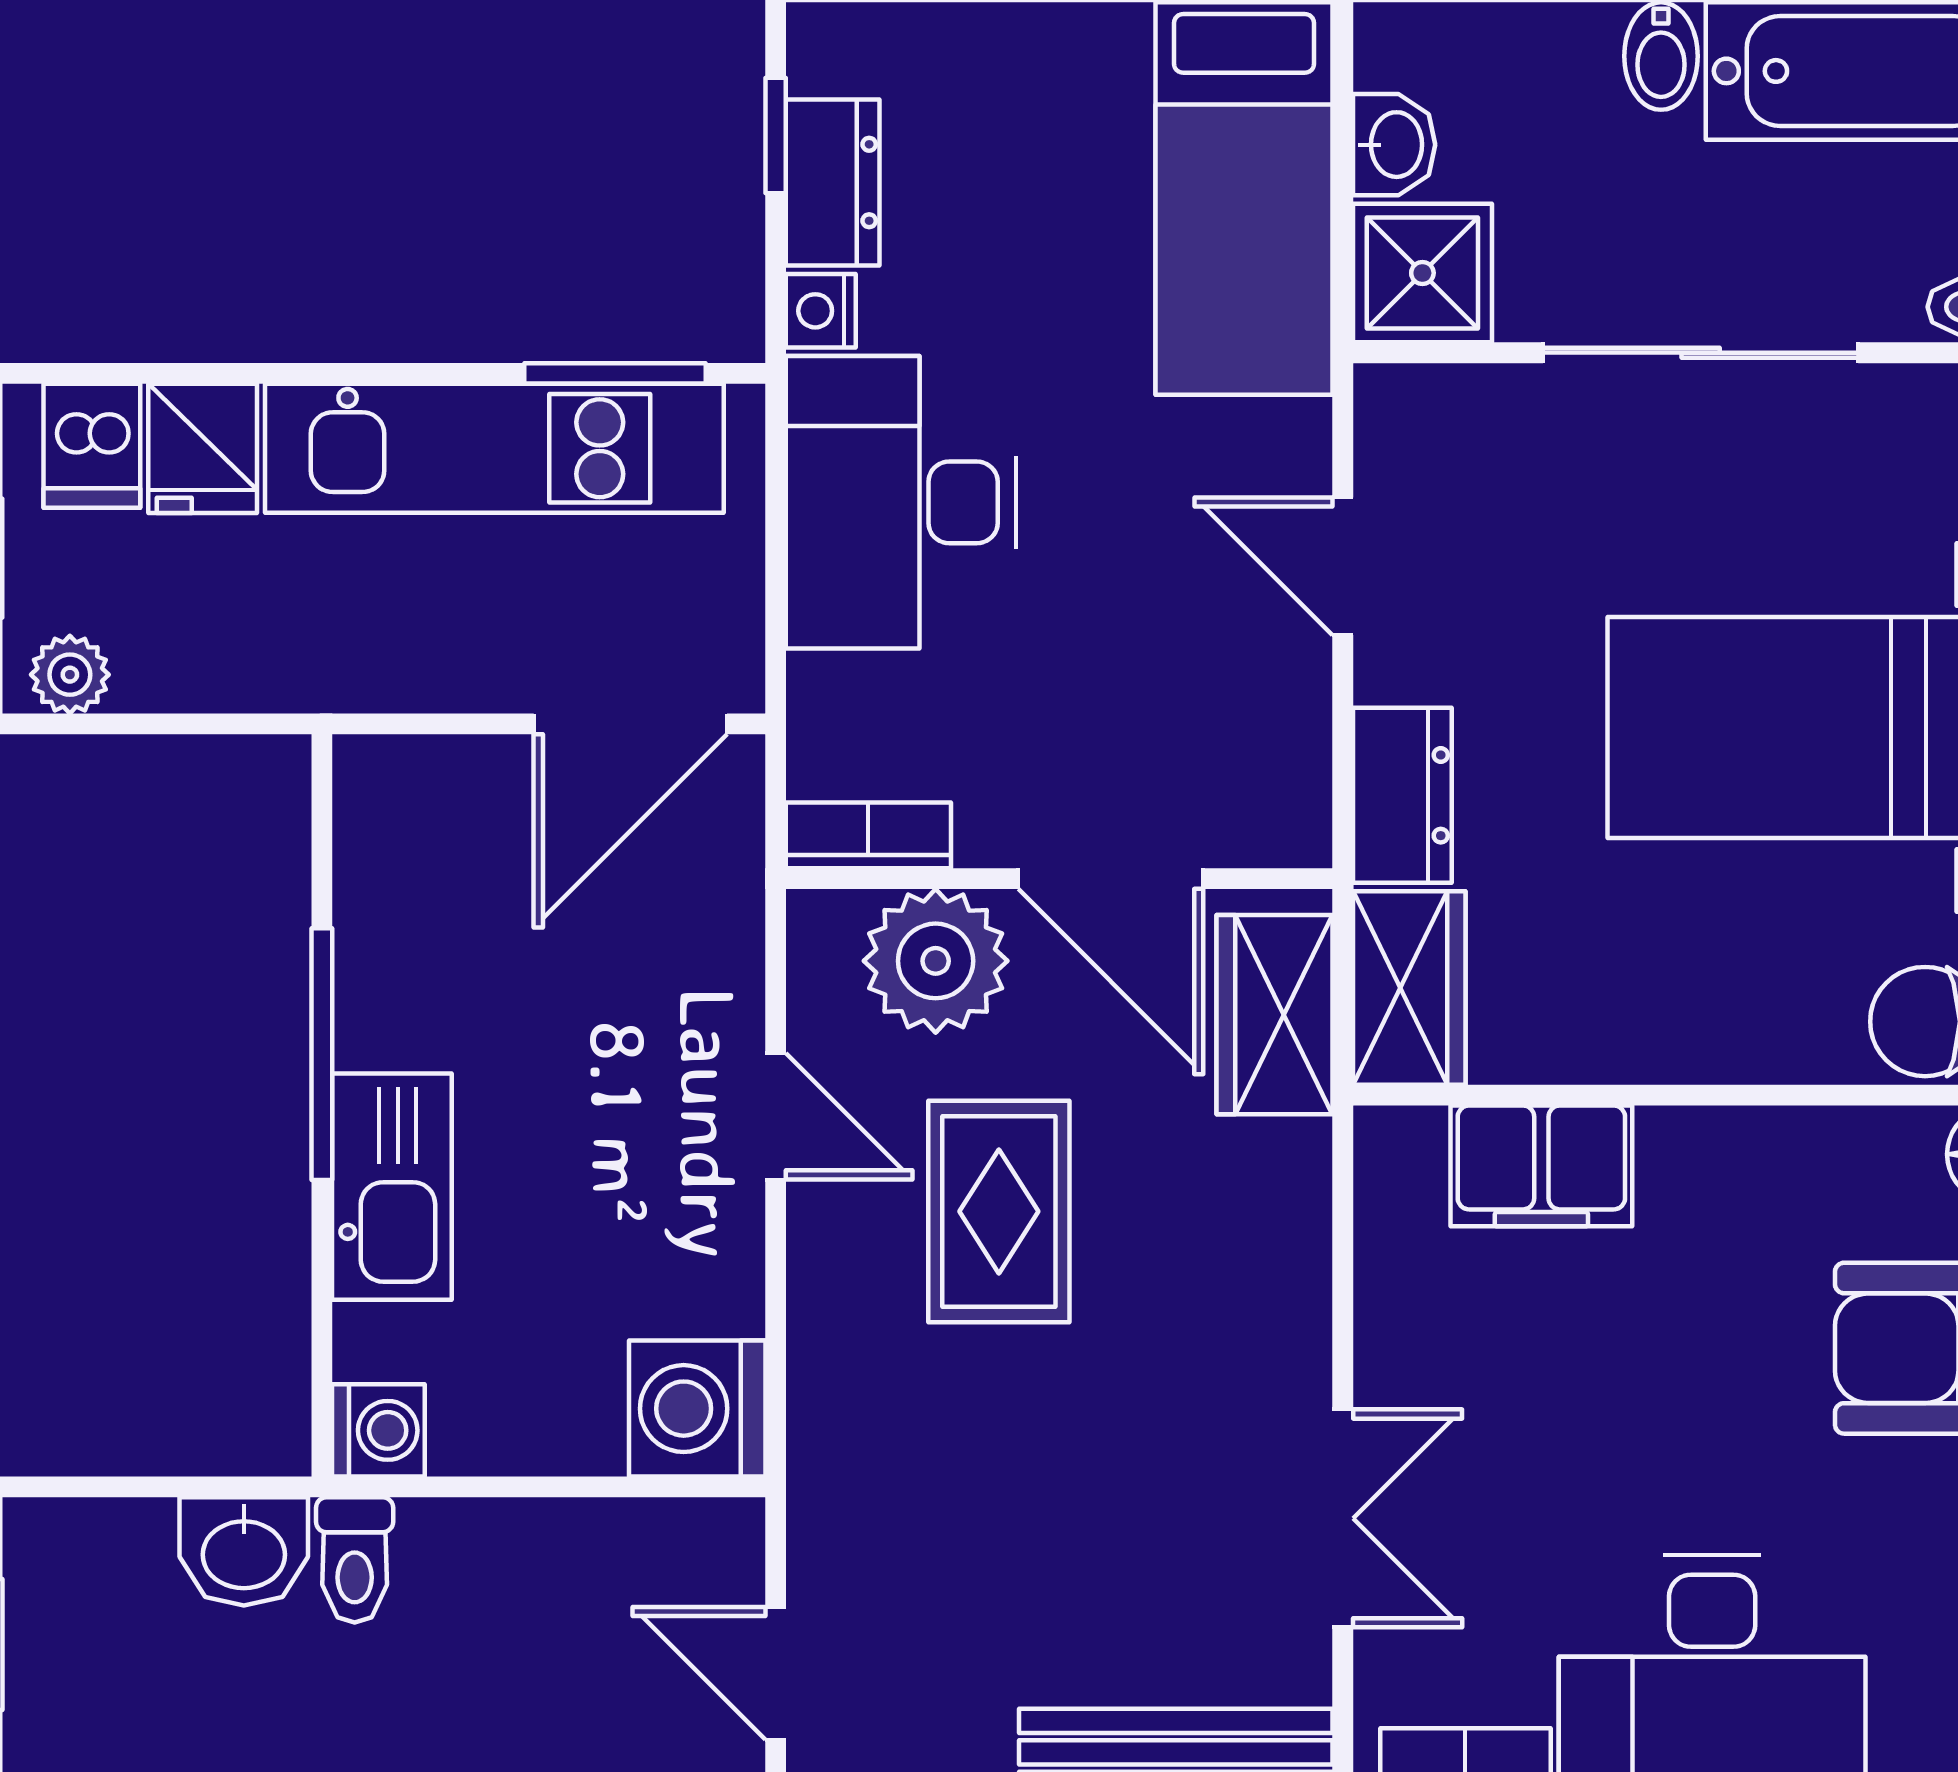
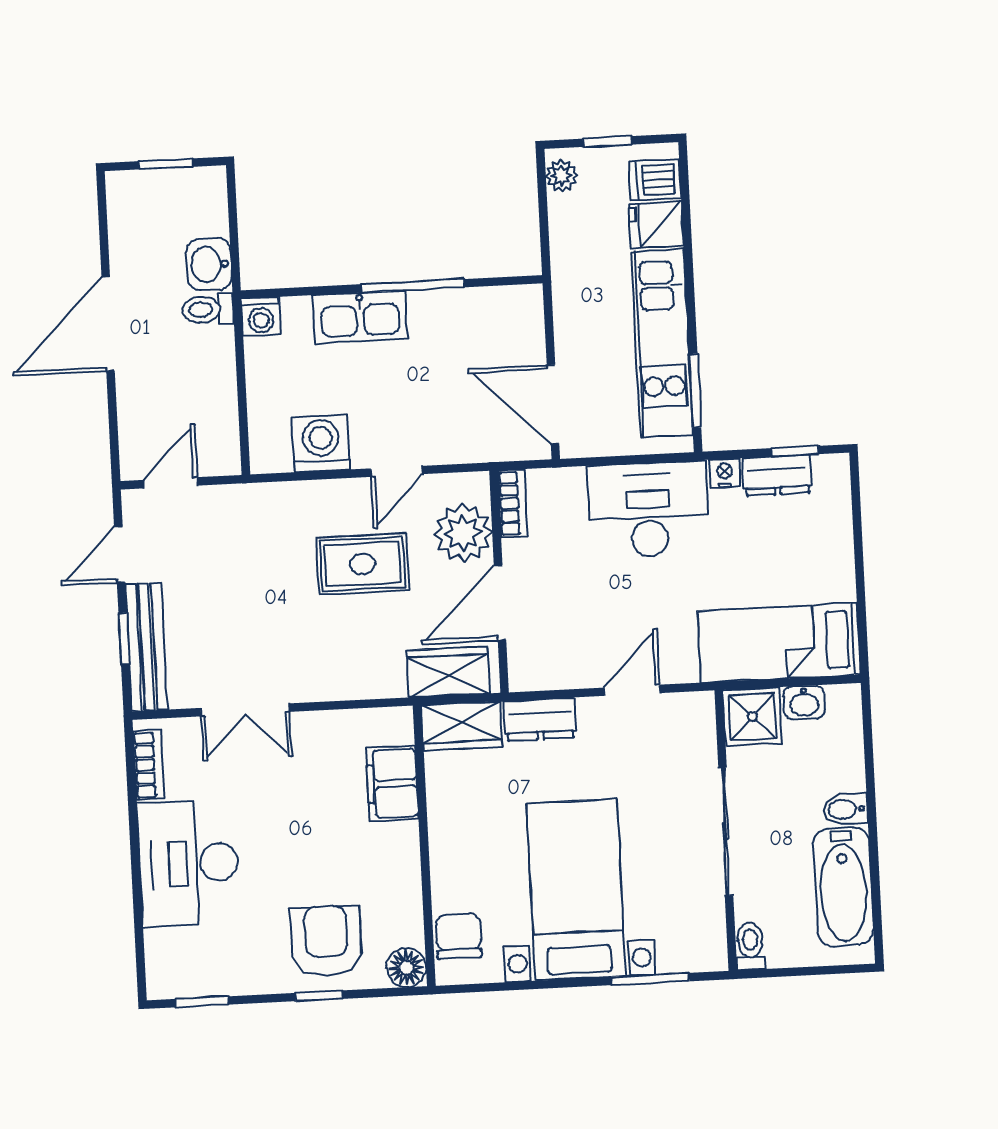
washing machine: (697, 1409) -> (321, 443), moved

